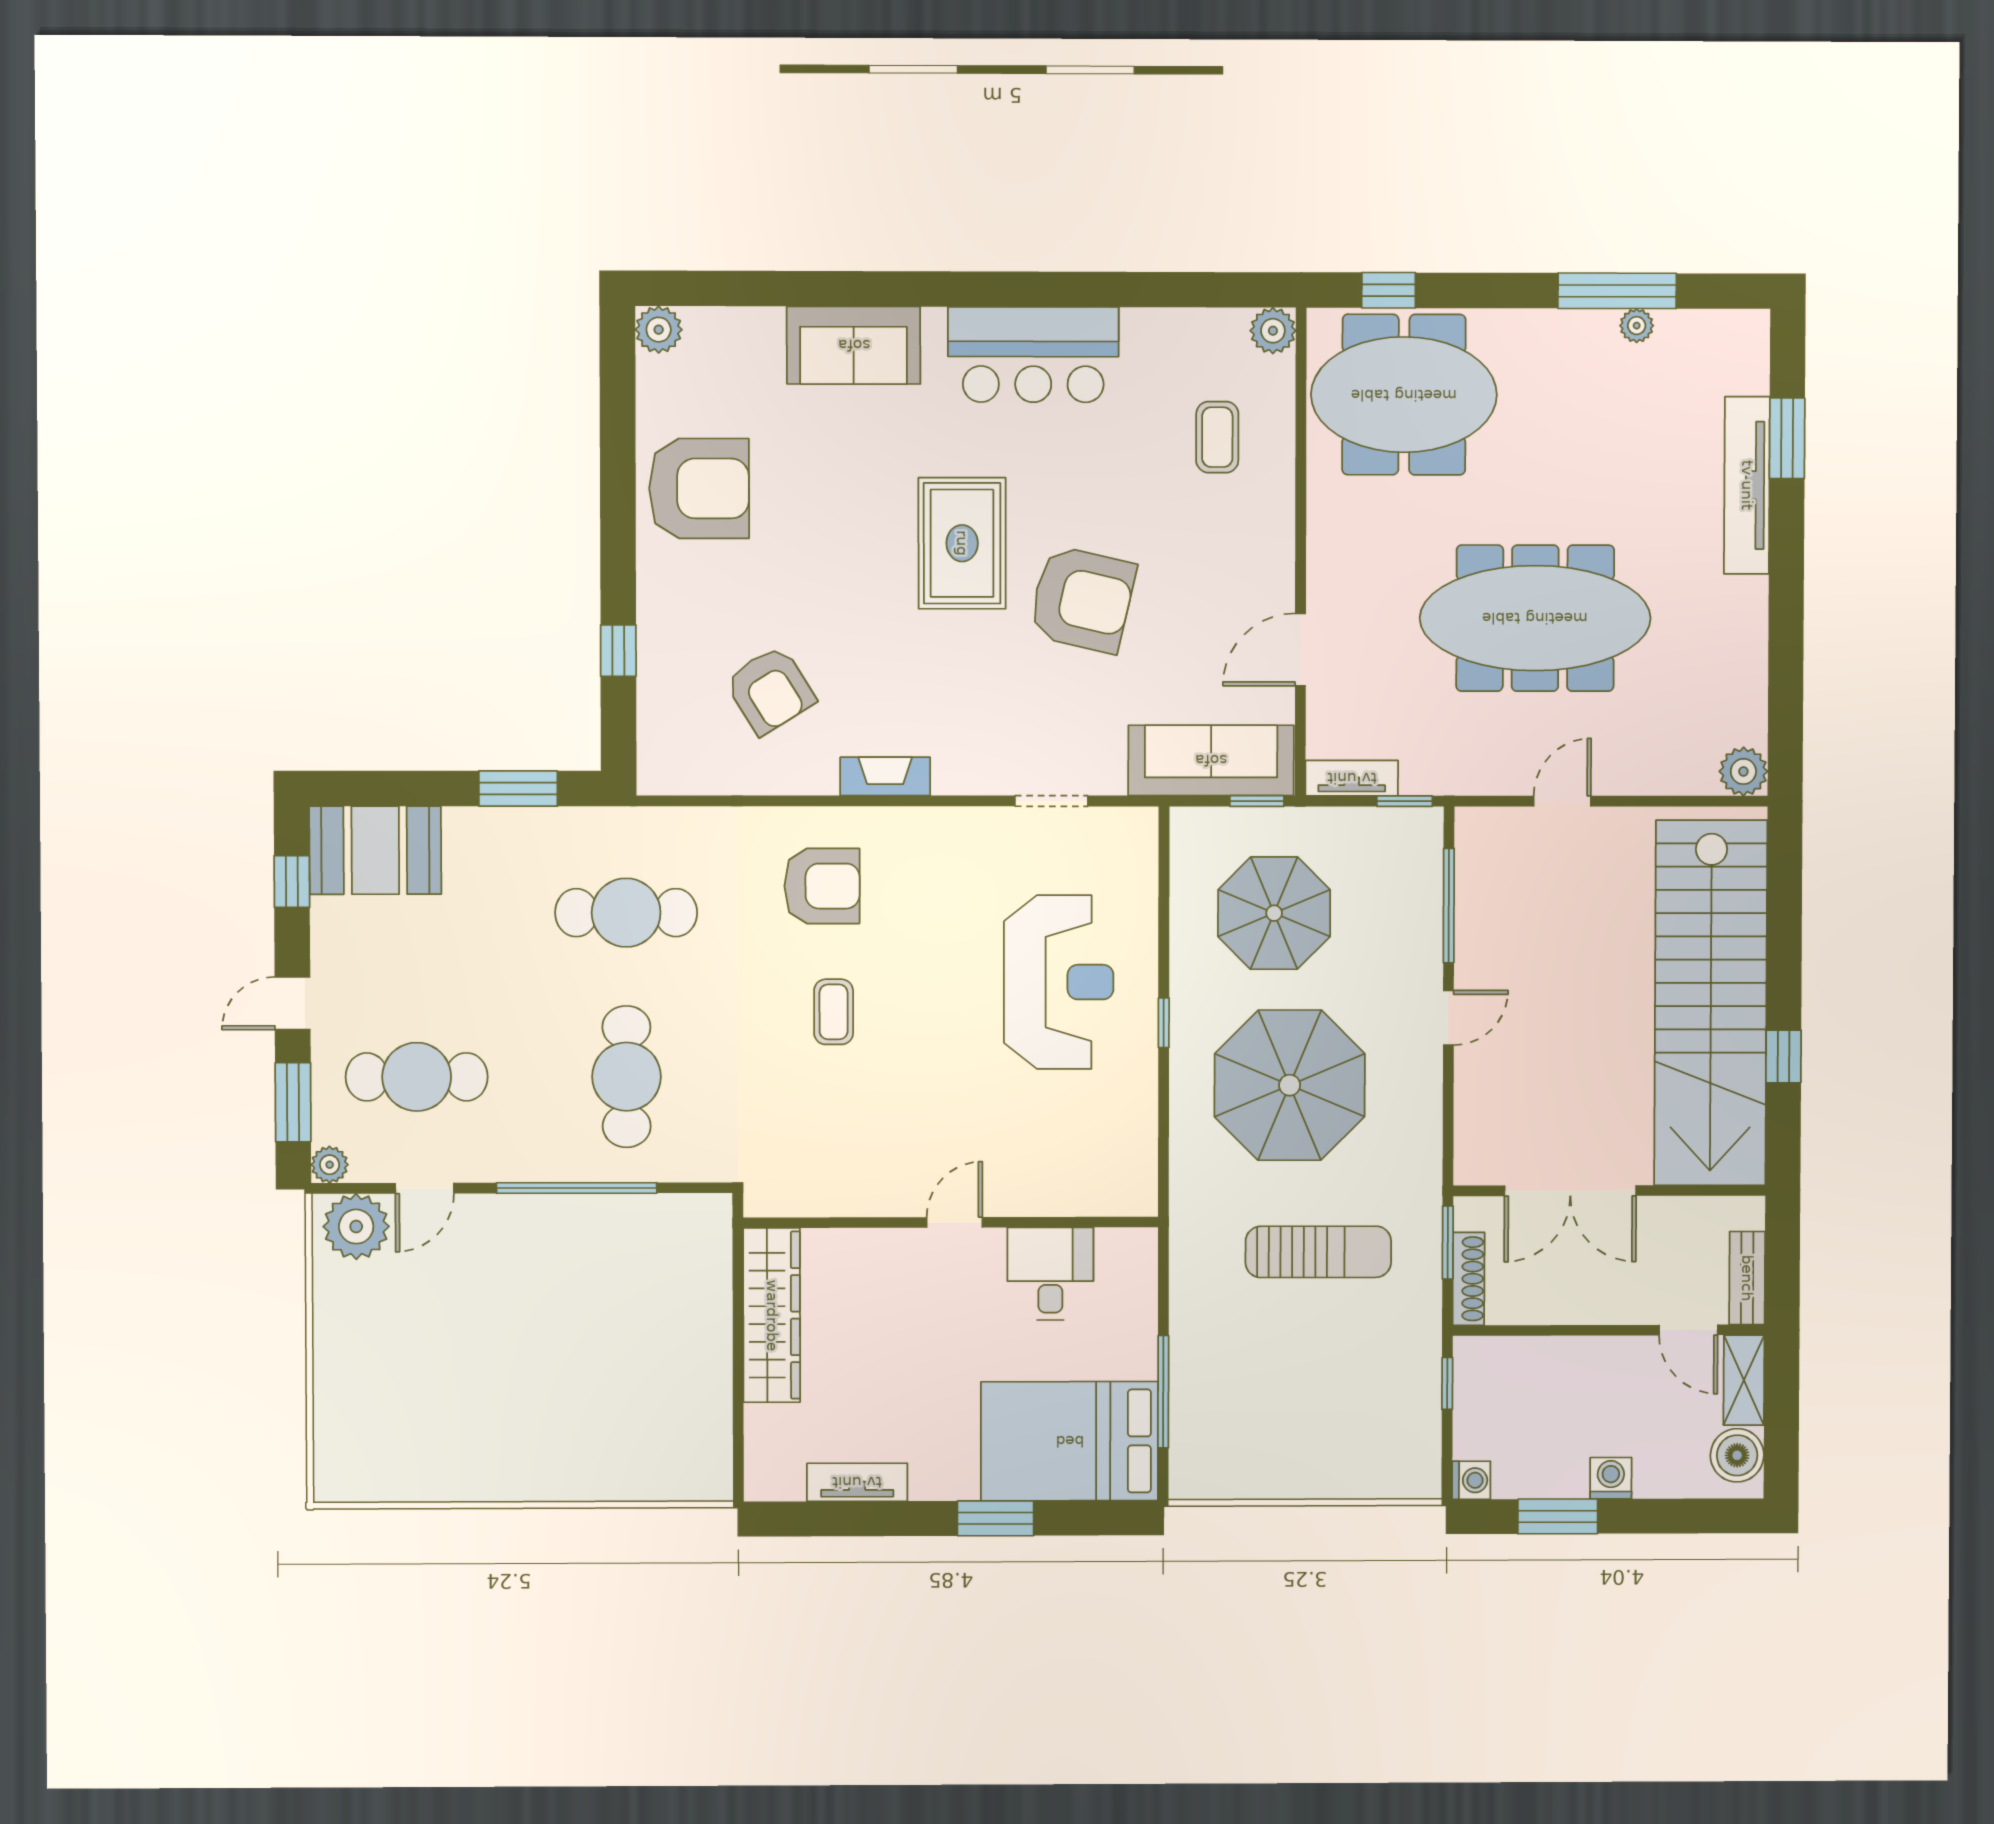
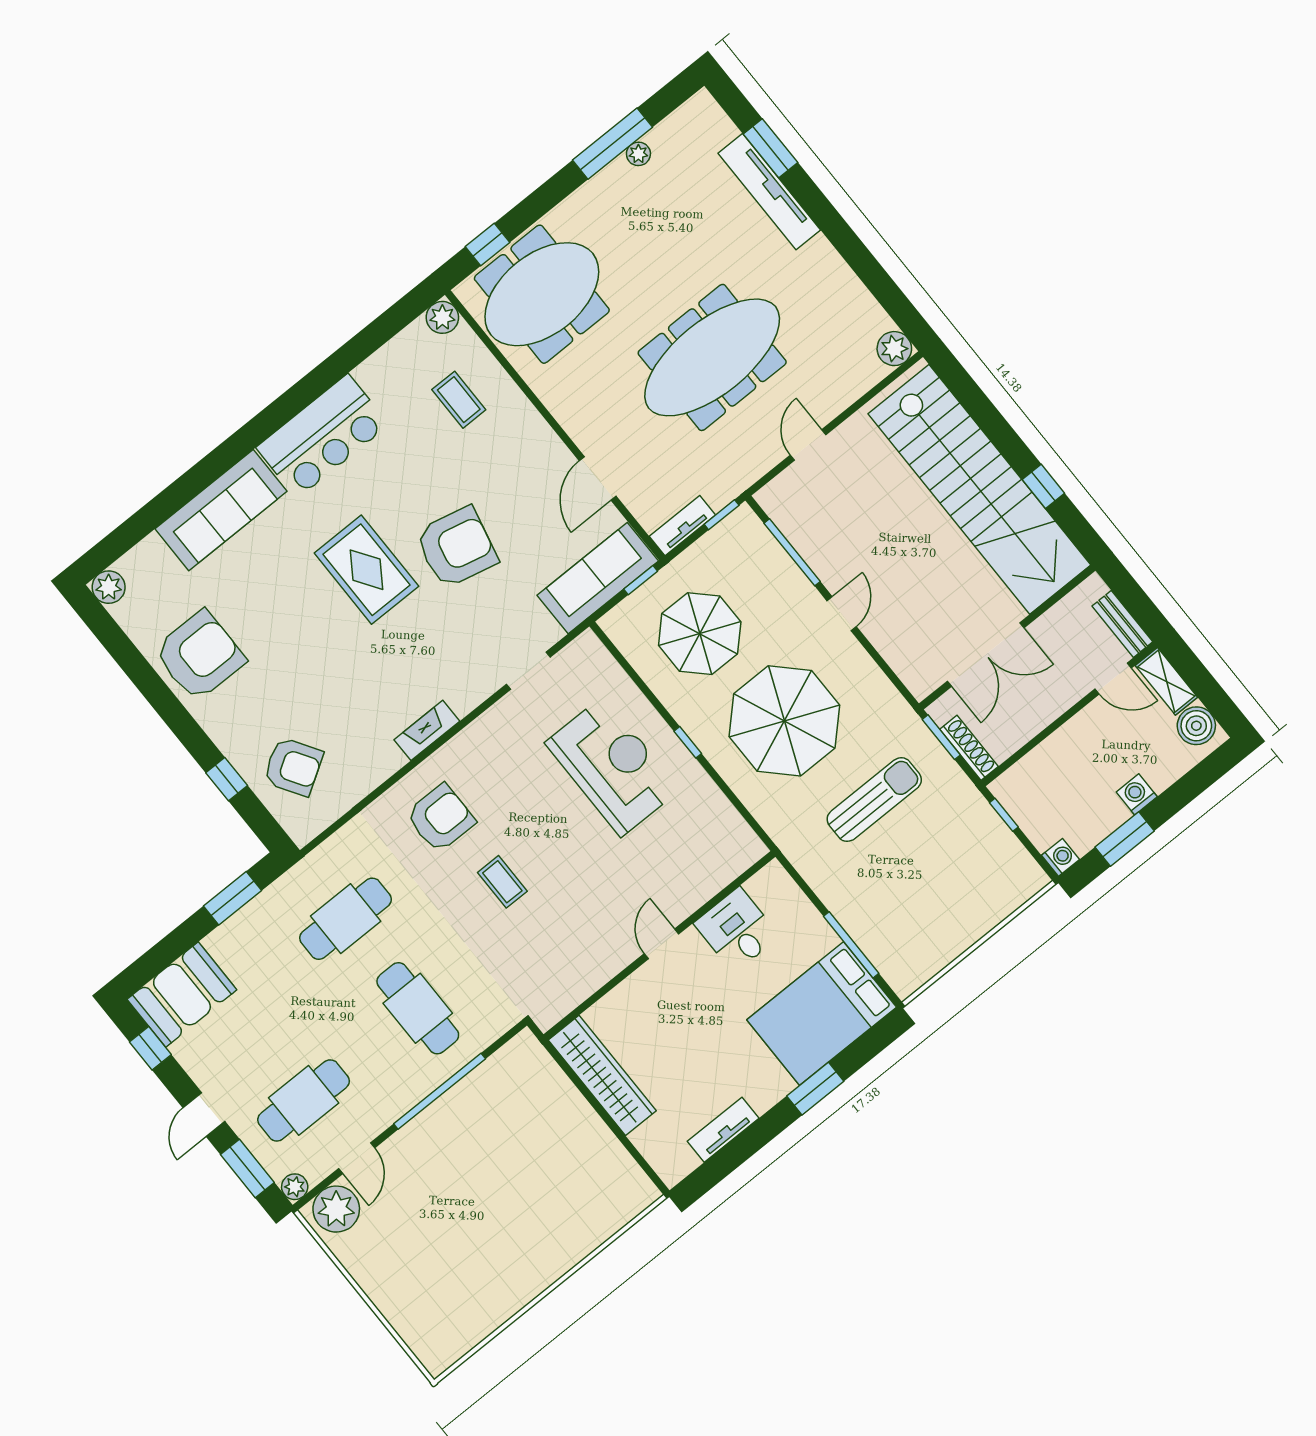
sofa: (854, 345) -> (221, 510), width x1.36
armchair: (770, 690) -> (293, 767), moved

